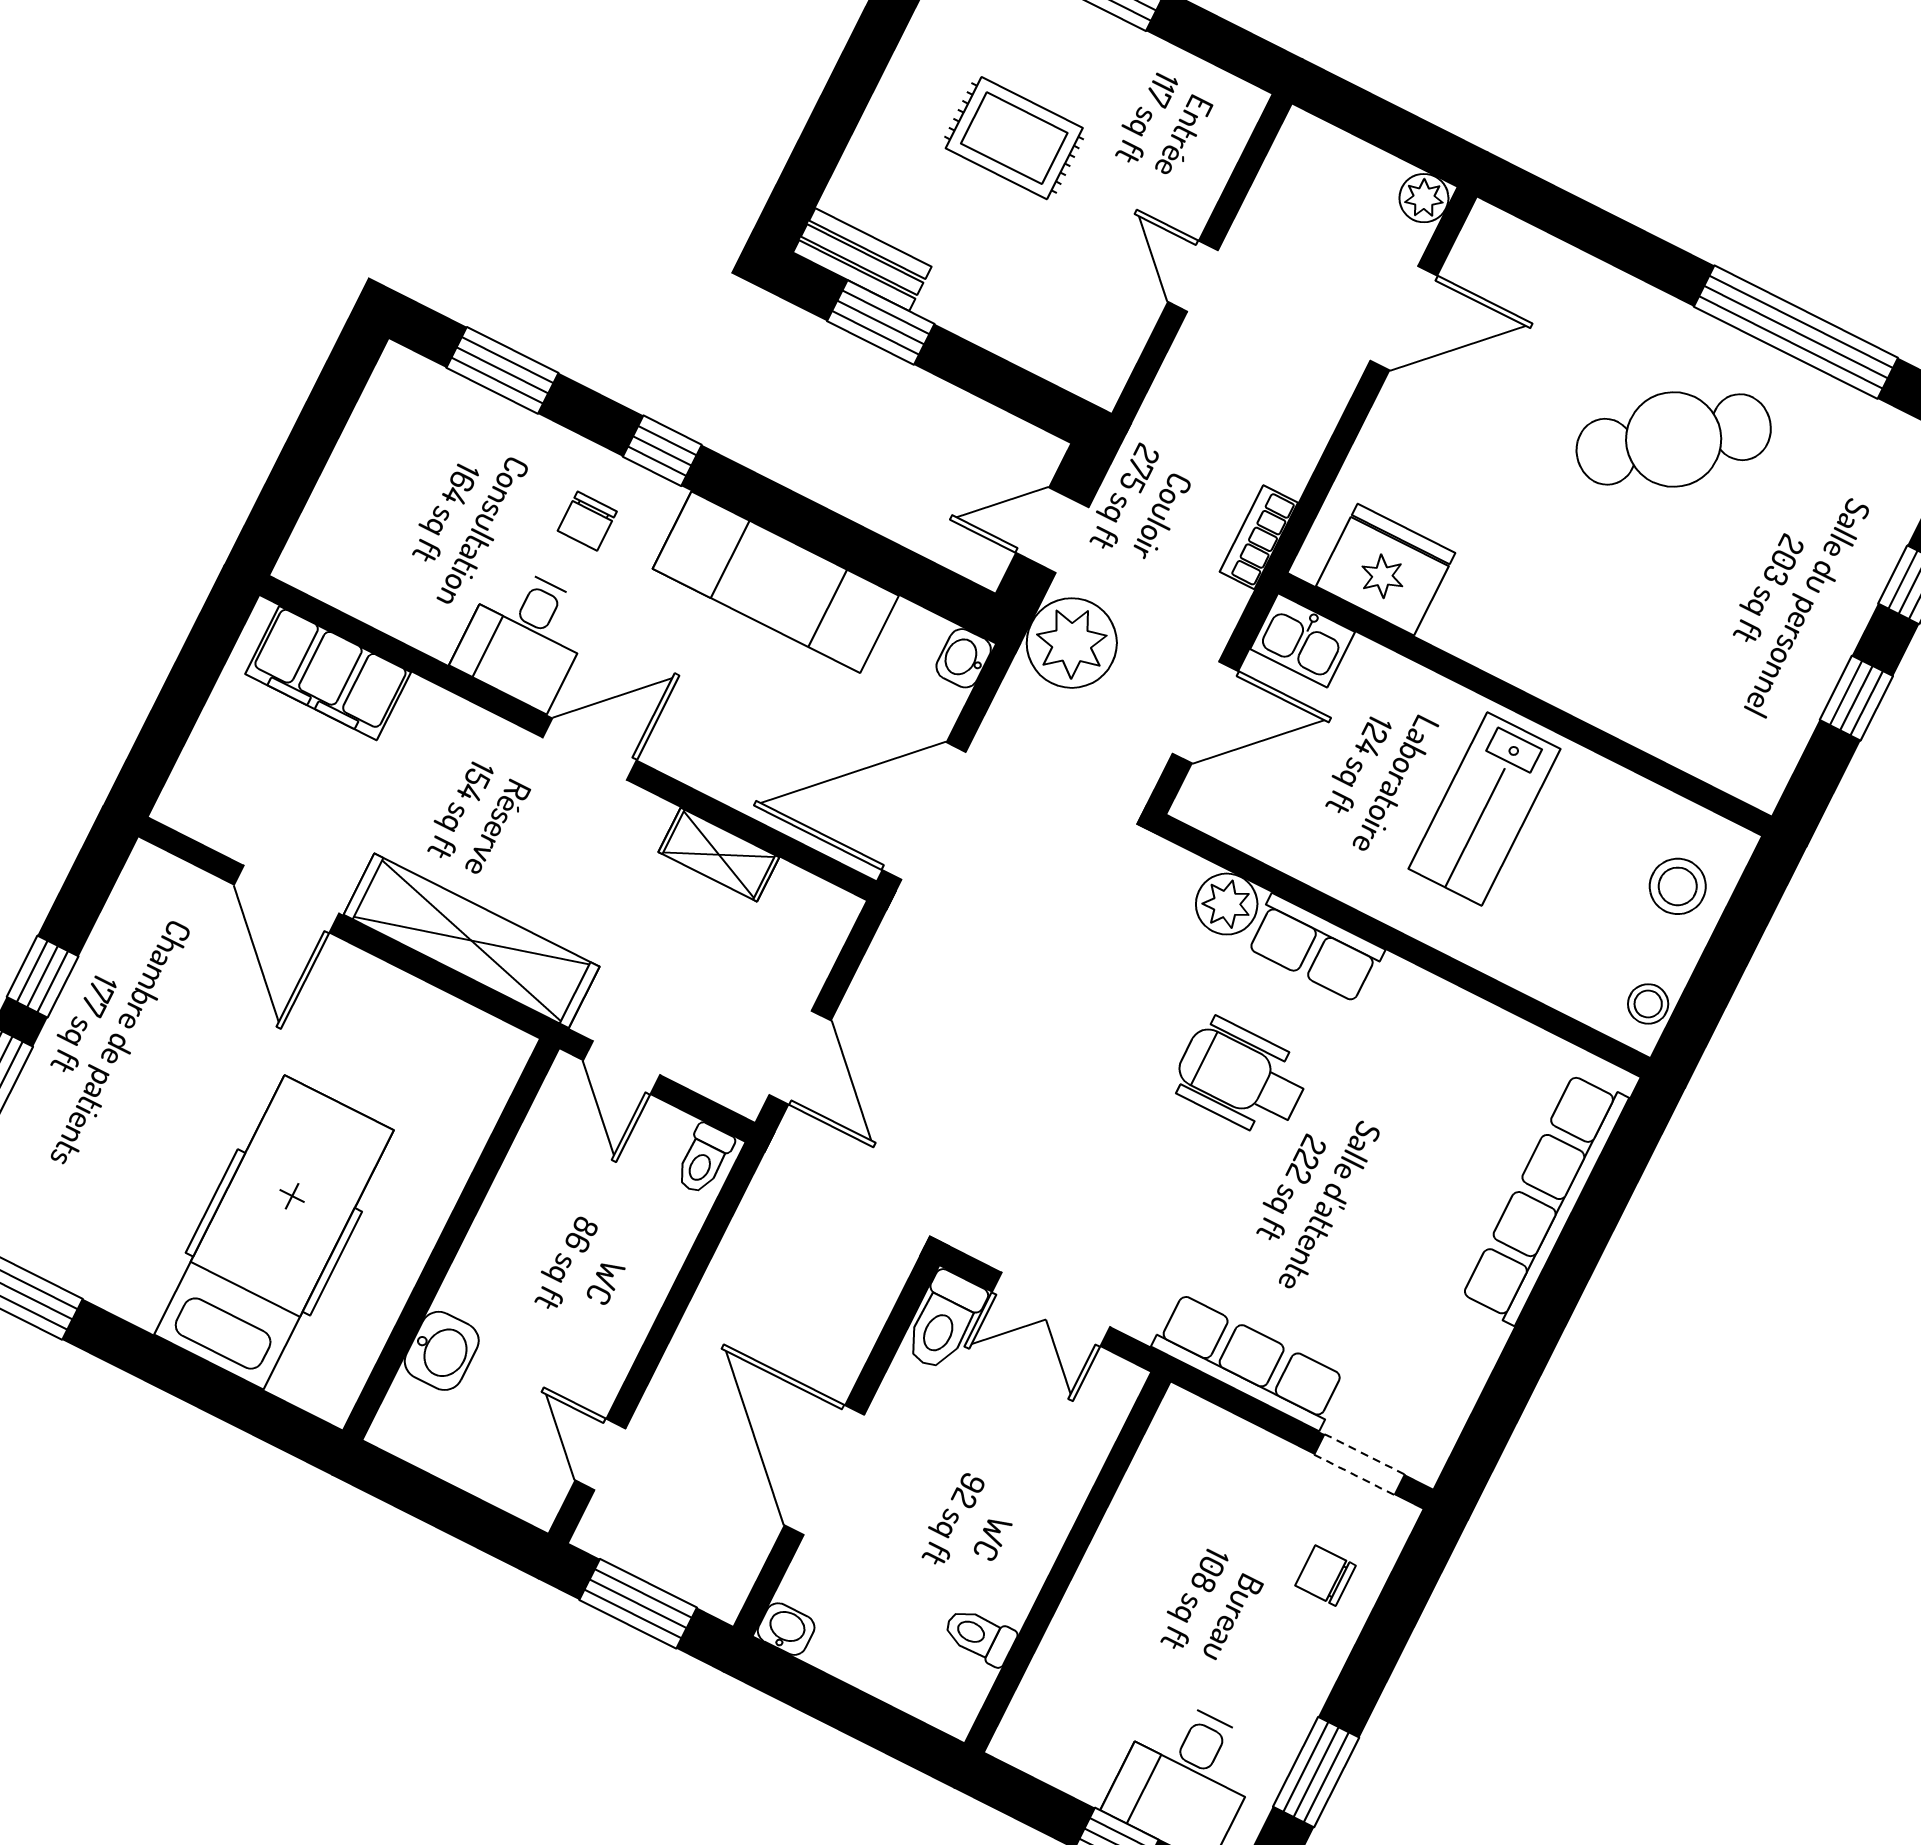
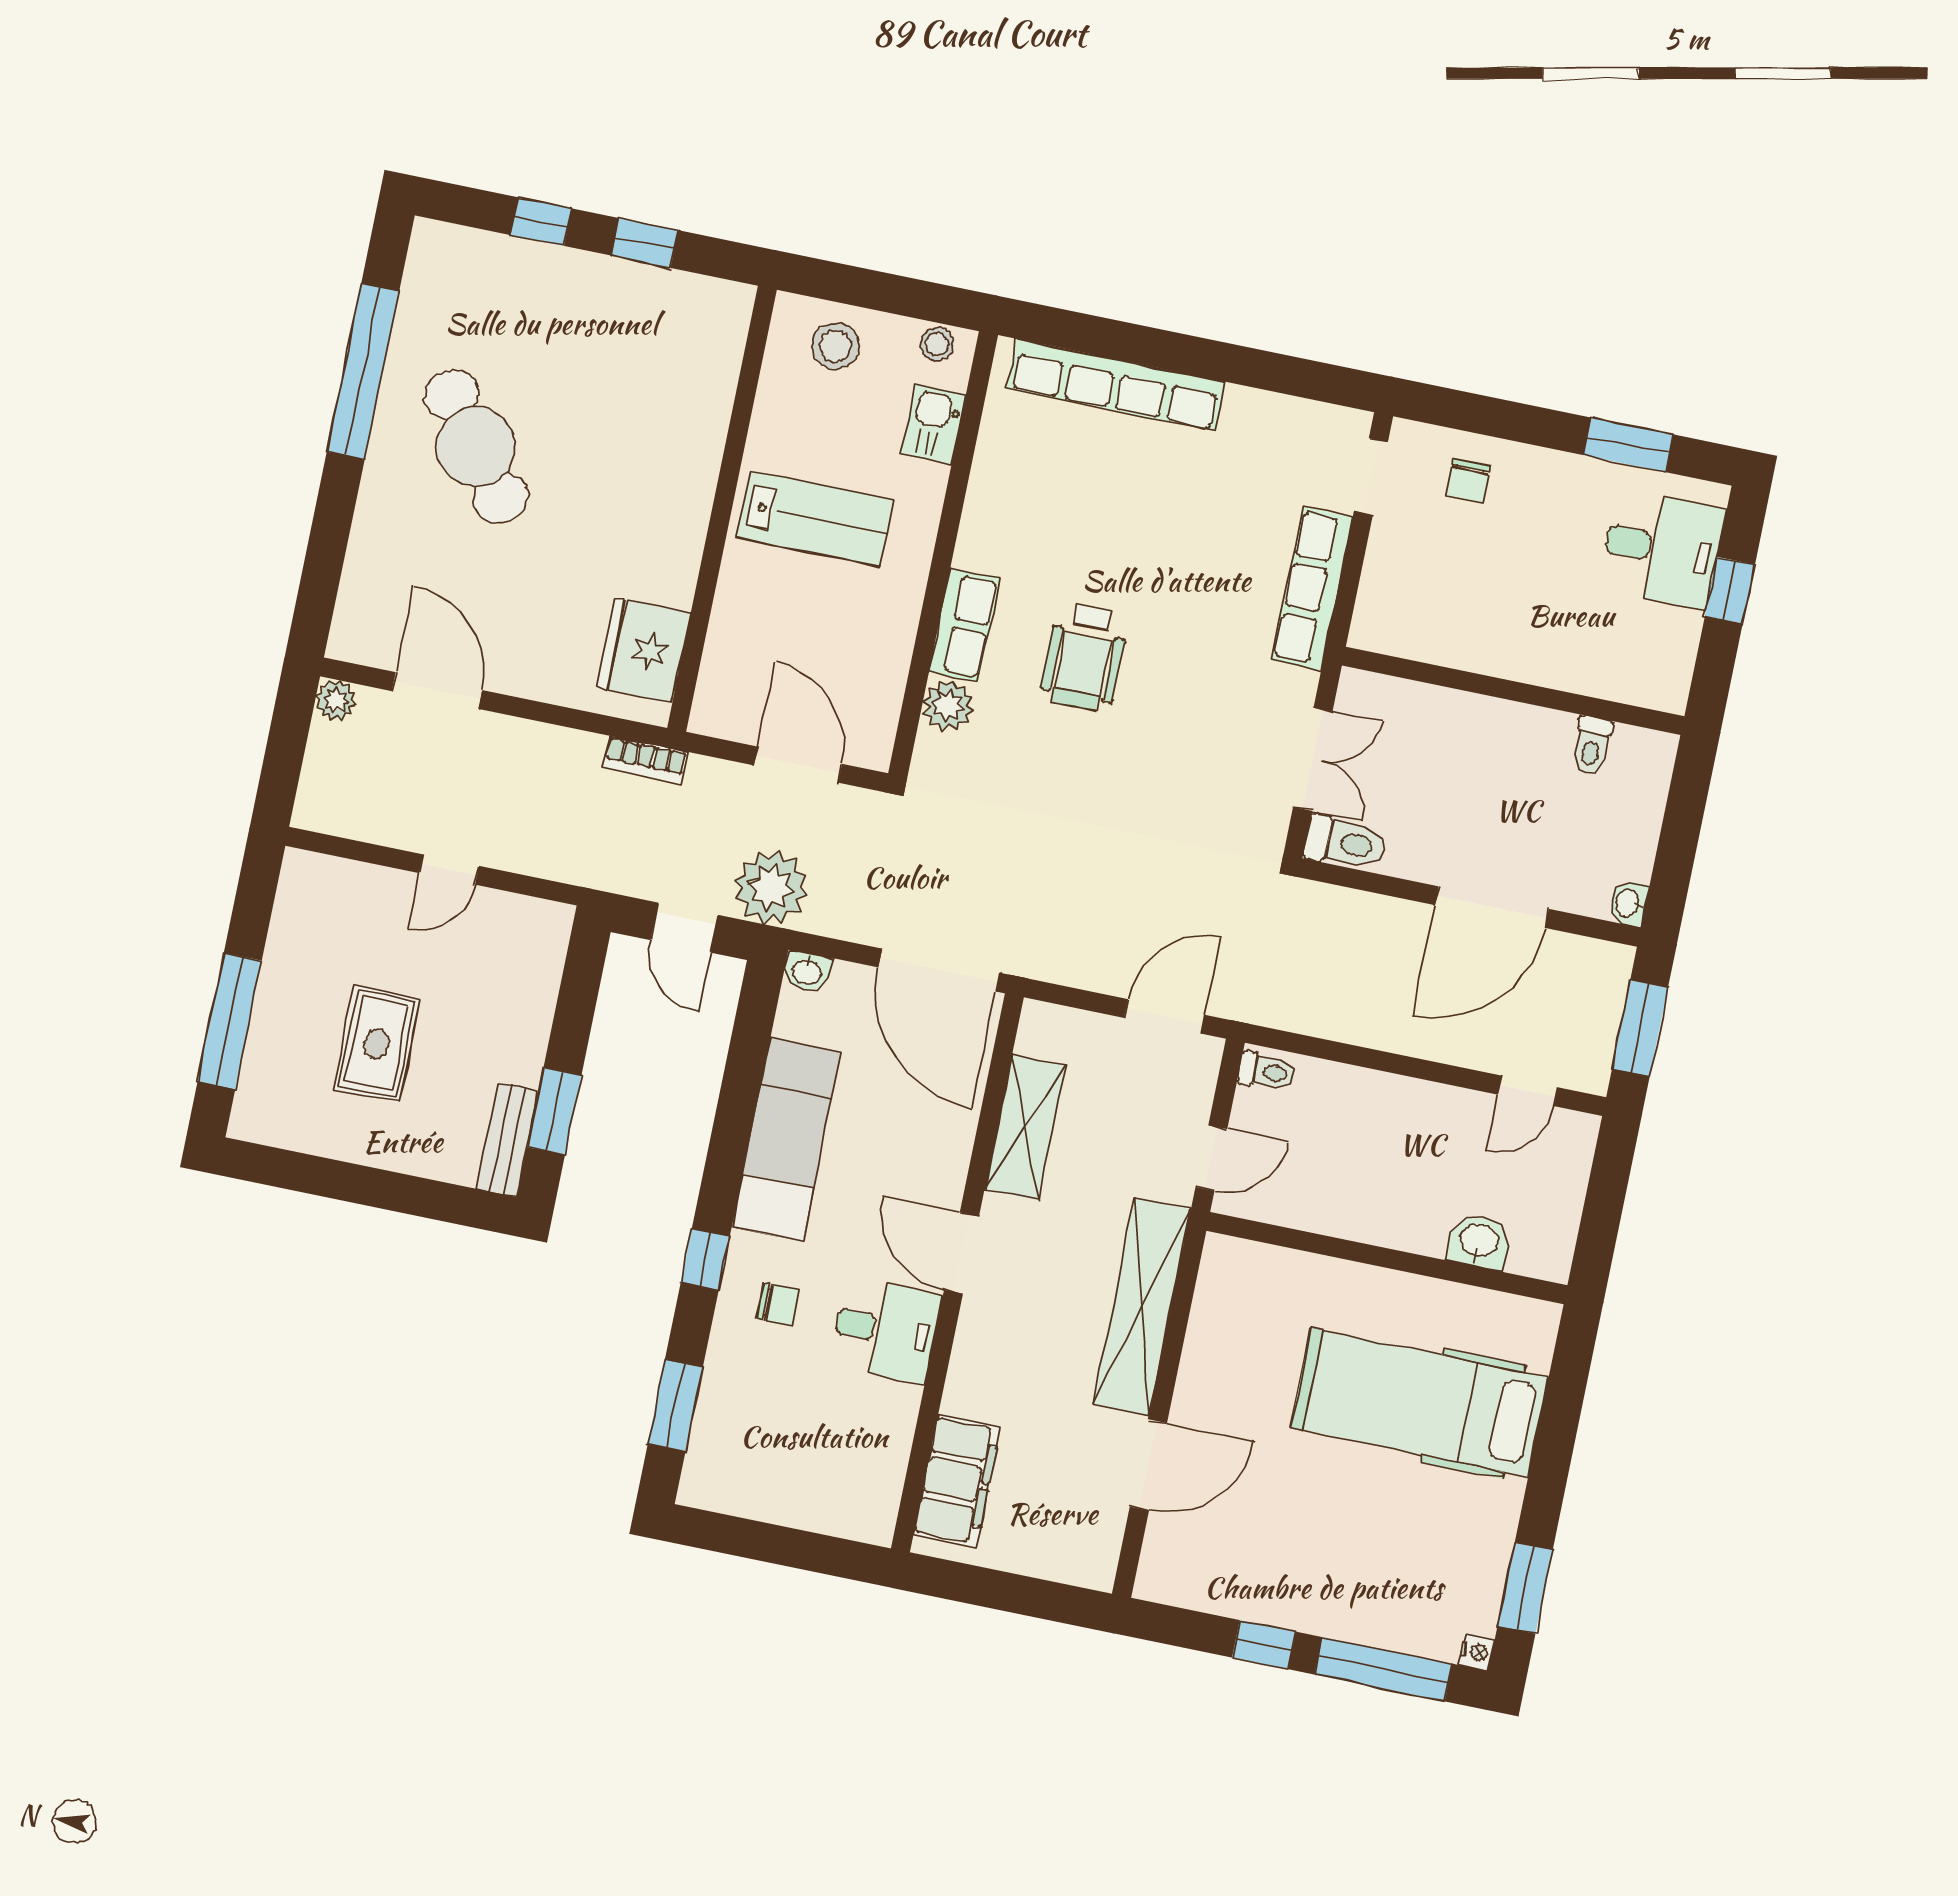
kitchen sink: (1303, 640) -> (933, 424), moved, turned 180
shelving: (719, 855) -> (1025, 1127), width x1.50, depth x1.33

